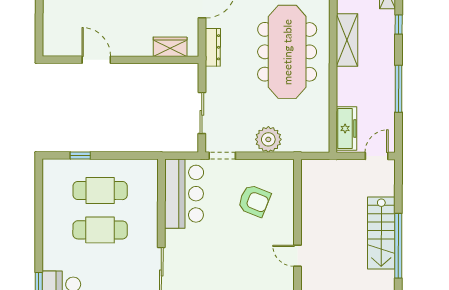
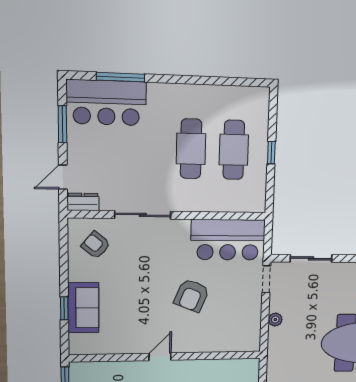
plant: (268, 139) -> (275, 320), width x0.53, depth x0.53
window: (80, 155) -> (271, 153), moved
armchair: (254, 201) -> (192, 295), moved

